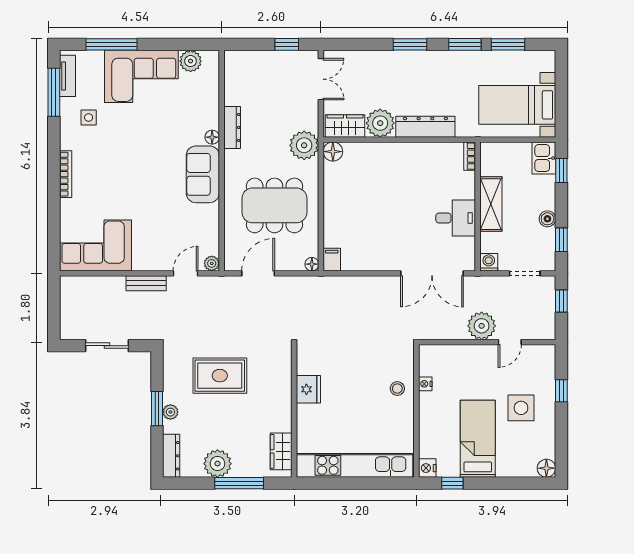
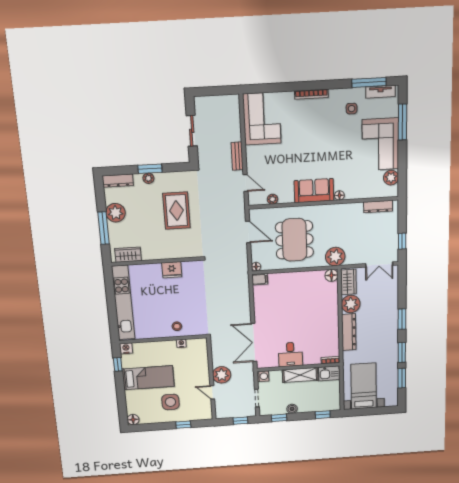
dresser: (232, 128) -> (378, 207), moved
kitchen sink: (544, 158) -> (329, 373), moved, turned 180
plant: (212, 263) -> (272, 199), moved

